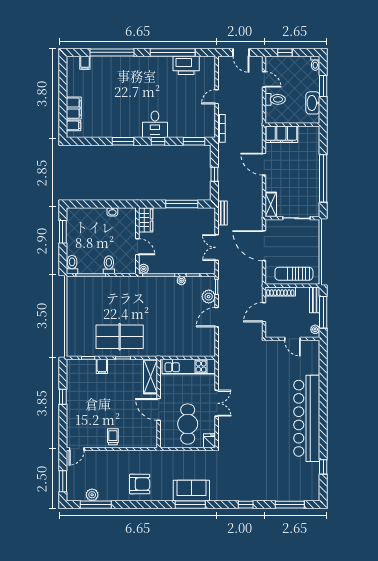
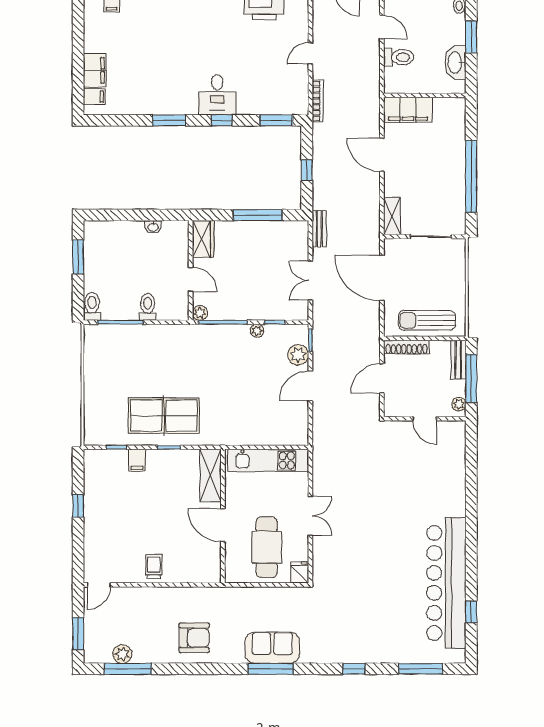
bar counter: (307, 418) -> (446, 583), moved

